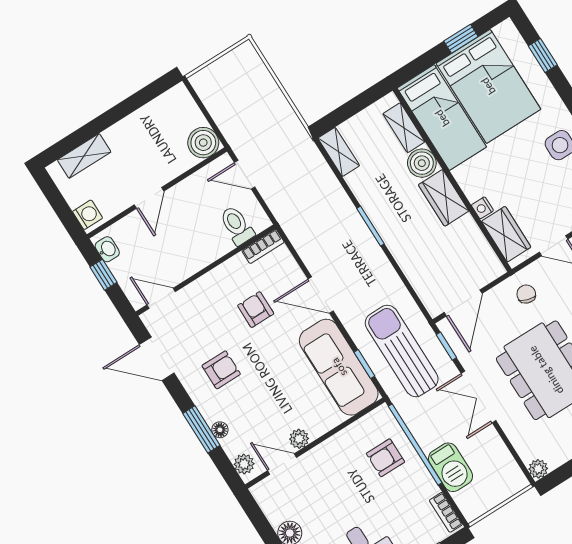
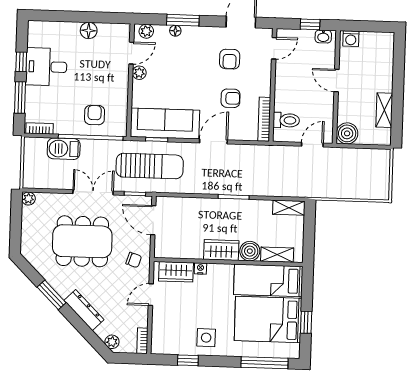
window: (543, 55) -> (265, 363), width x2.17
shelving: (84, 156) -> (384, 110), moved
bookcase: (263, 246) -> (264, 119), width x1.56
armchair: (221, 370) -> (230, 59), moved

